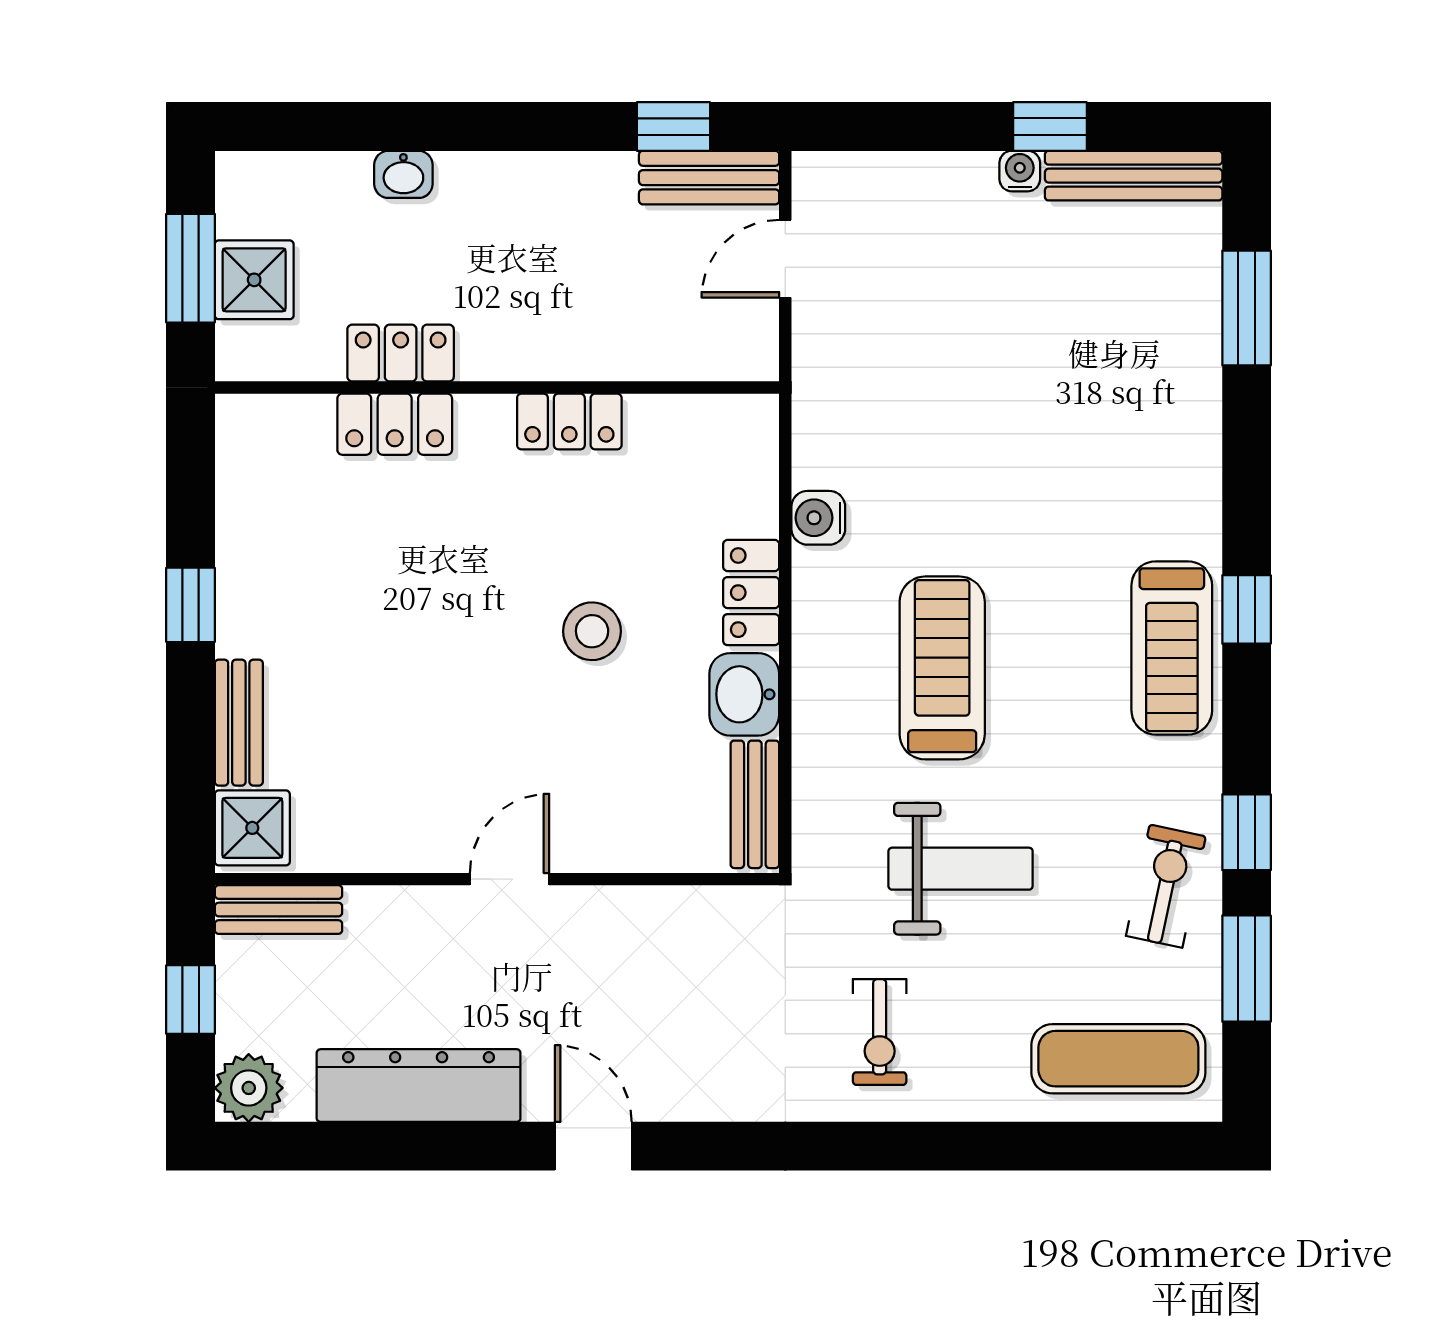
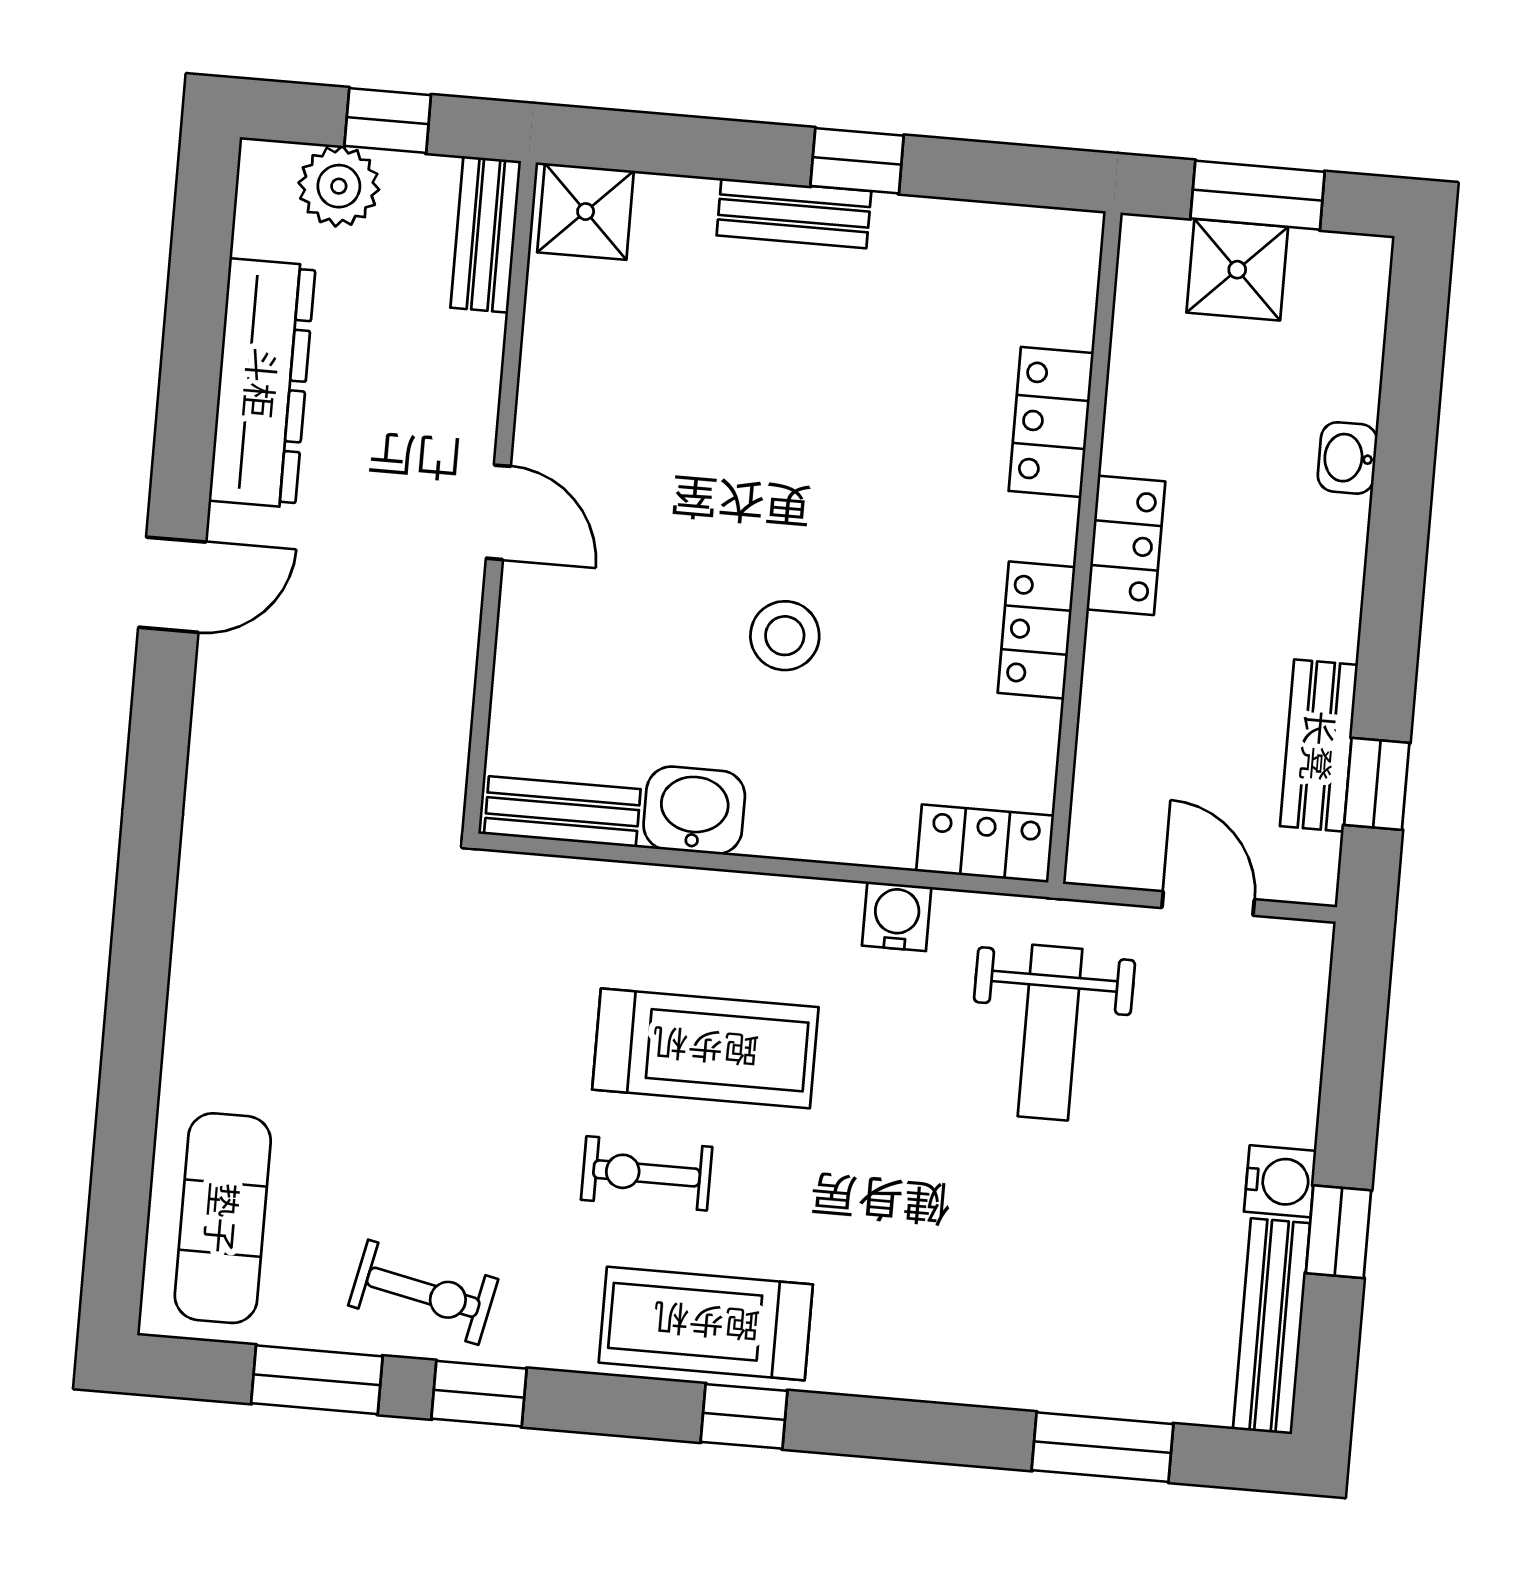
water cooler: (1020, 171) -> (1280, 1181), width x1.38, depth x1.38
bench: (709, 178) -> (1319, 746), moved
locker: (401, 353) -> (1126, 545), moved
locker: (751, 593) -> (985, 843), moved
bench: (239, 723) -> (794, 213), moved
weight bench: (961, 869) -> (1050, 1033), moved
exercise bike: (880, 1032) -> (647, 1173), moved
plant: (249, 1088) -> (339, 186), moved

